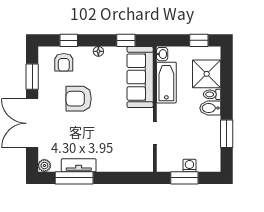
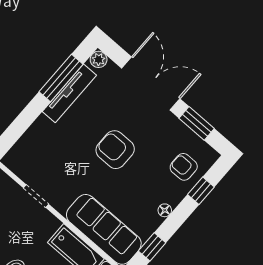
armchair: (79, 99) -> (115, 150), moved, turned -90
tv unit: (79, 165) -> (69, 93), width x1.41

